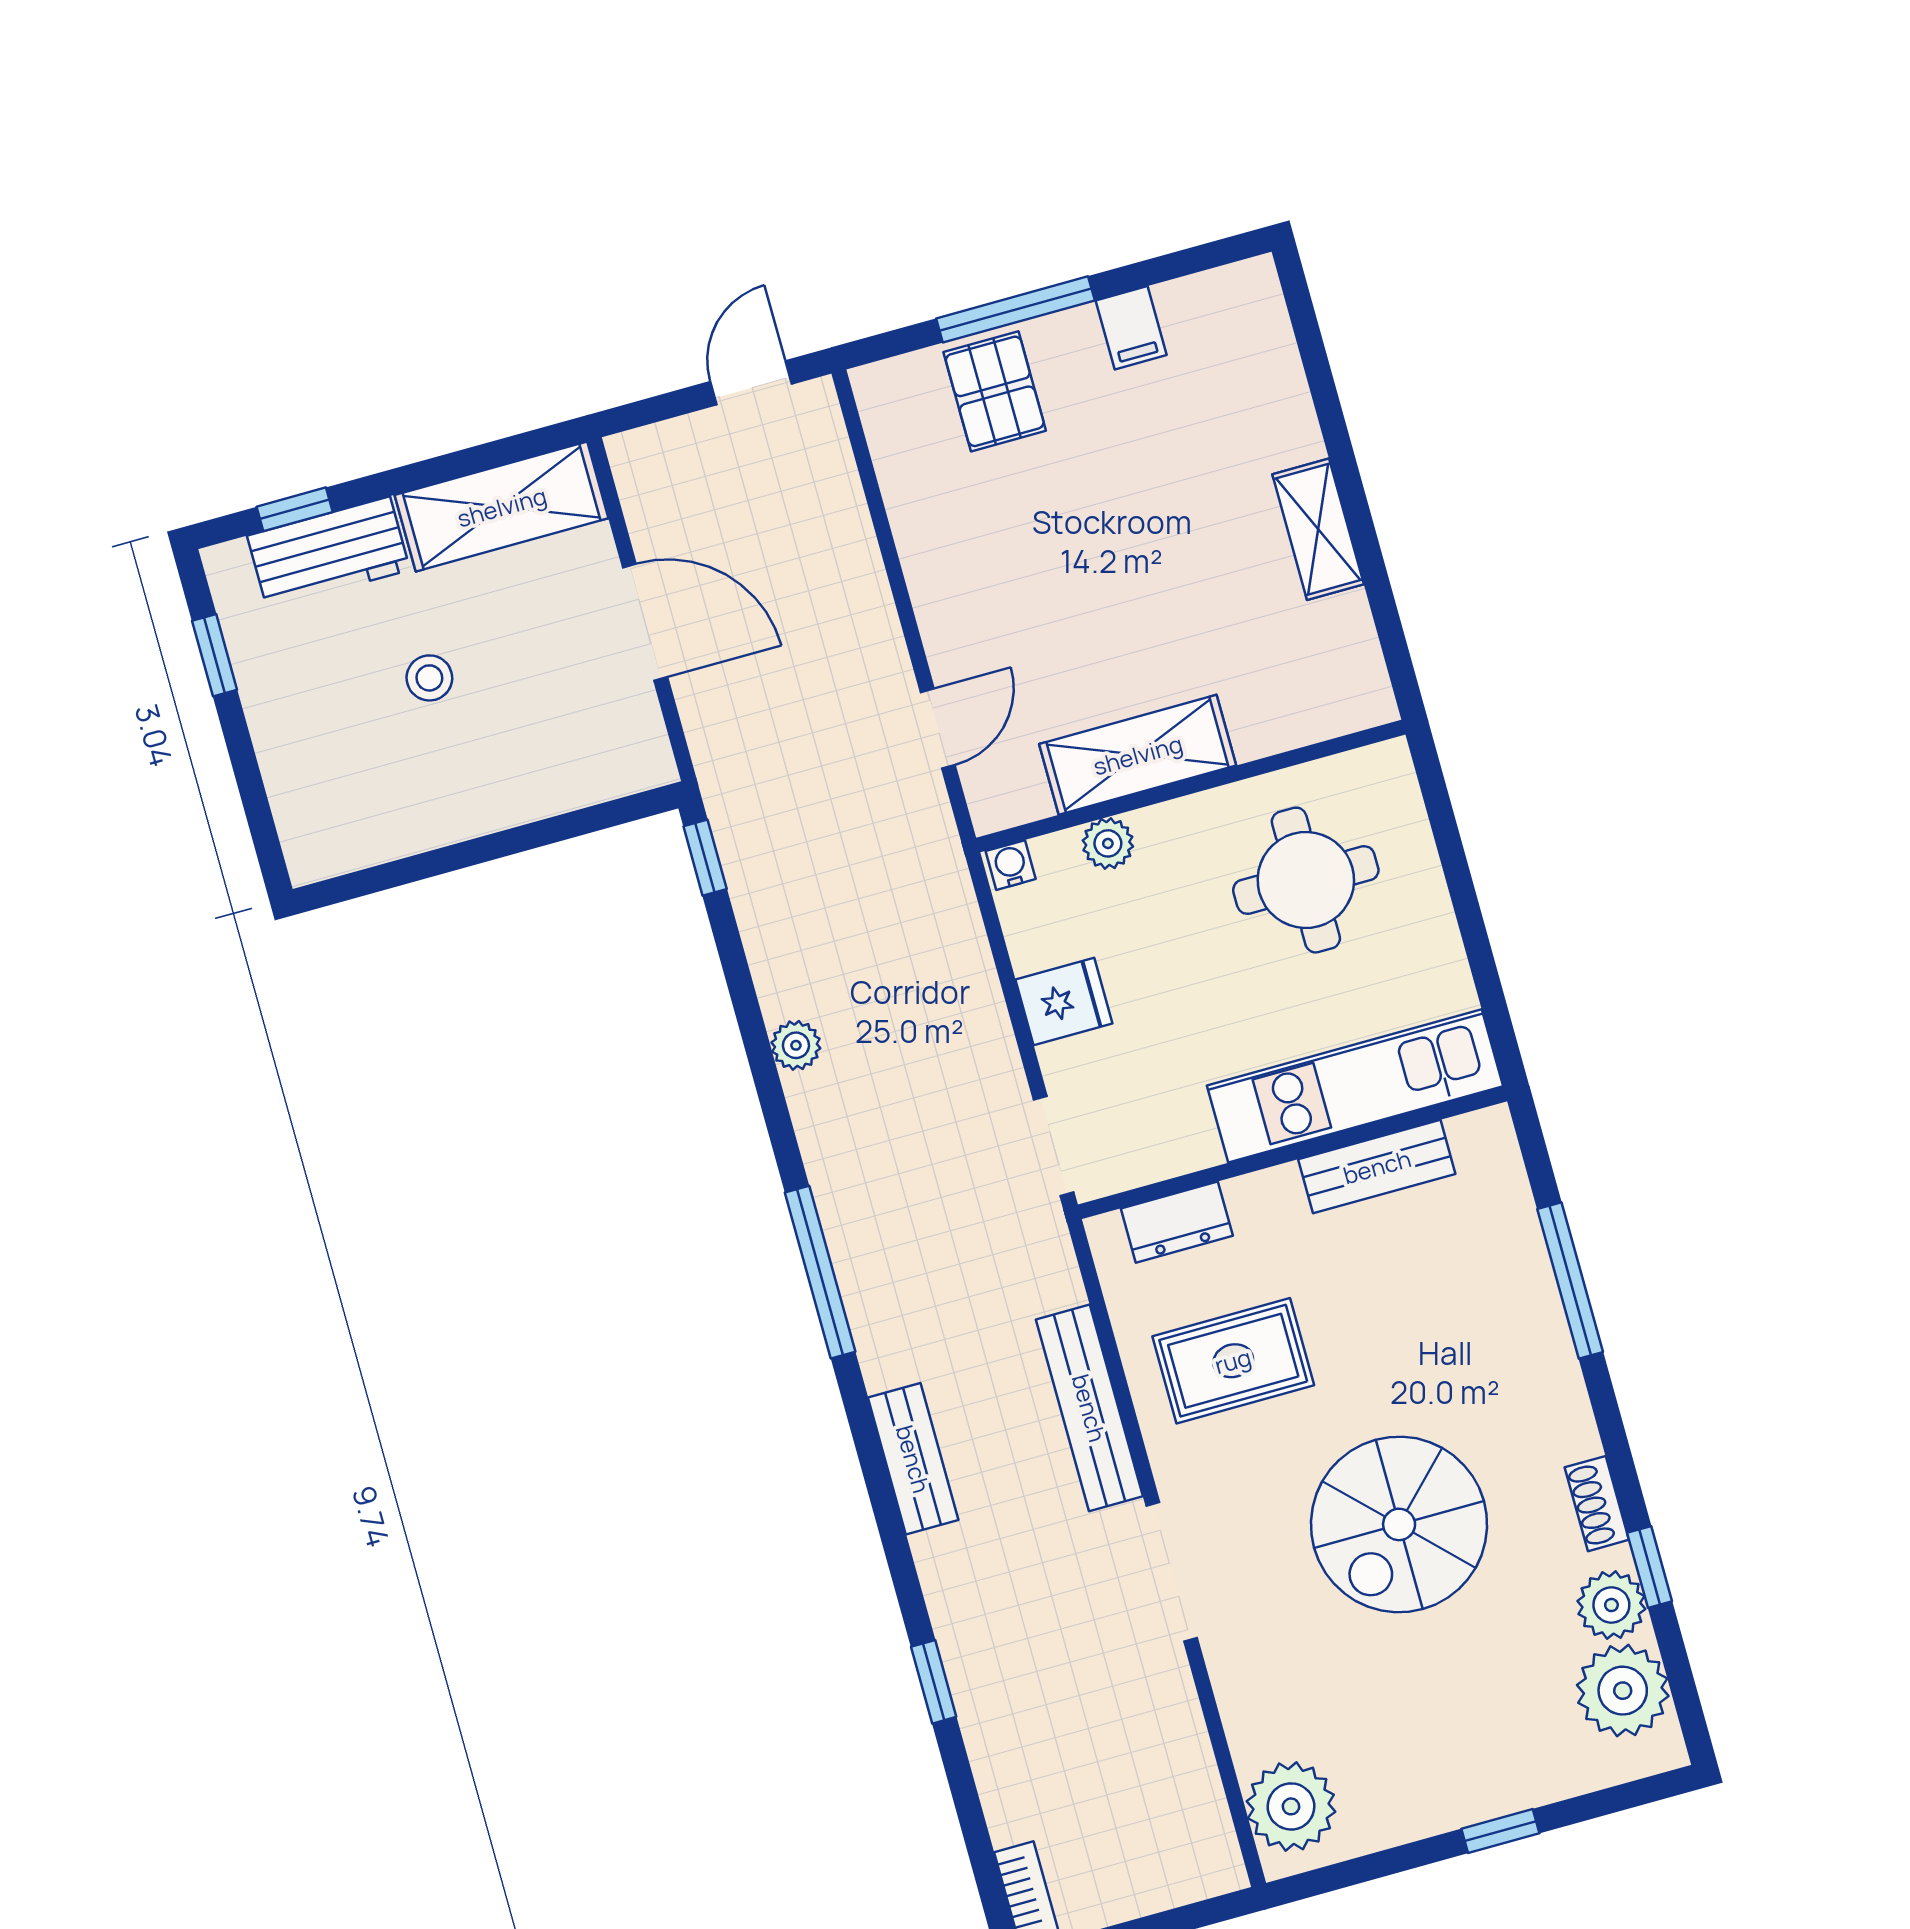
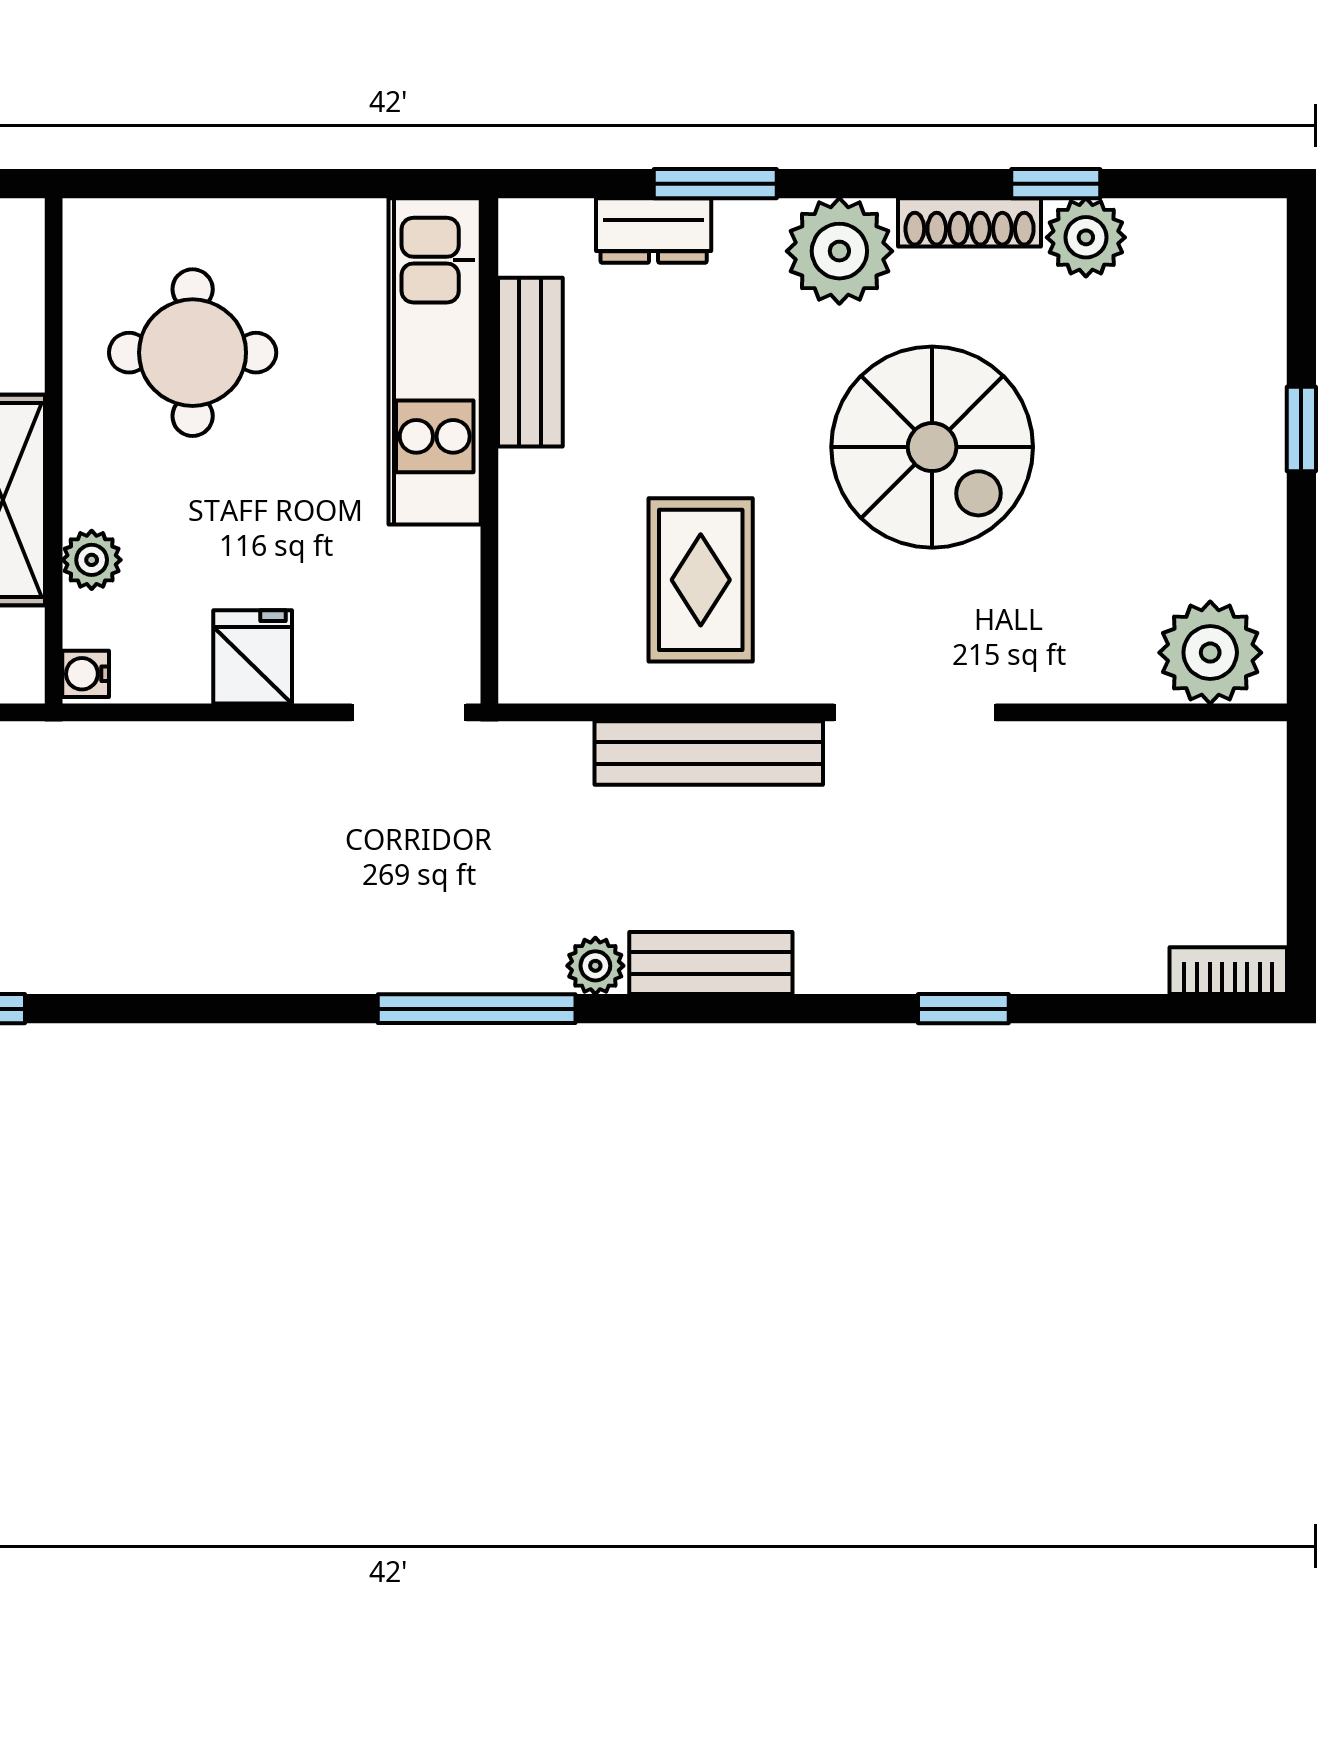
plant: (796, 1045) -> (595, 966), moved
dresser: (1177, 1222) -> (654, 231), moved, turned 90
window: (1570, 1280) -> (715, 184), width x0.69
shoe rack: (1597, 1504) -> (970, 222), width x1.43
plant: (1623, 1691) -> (839, 251), moved

